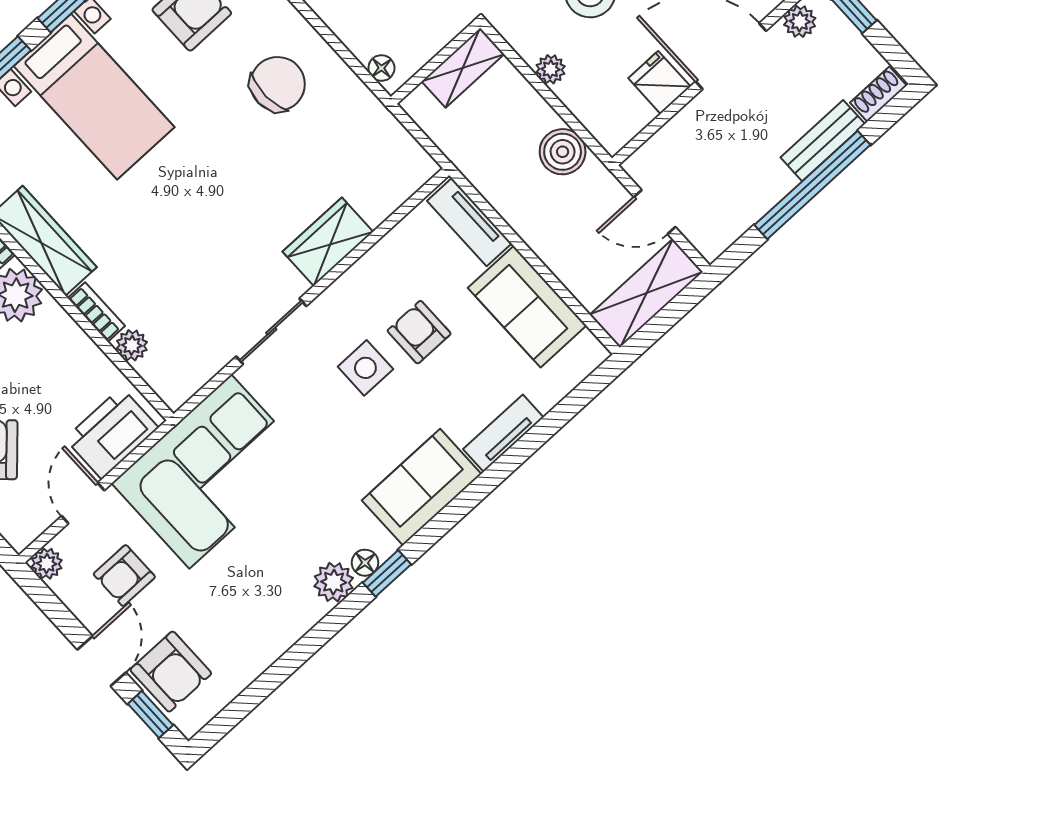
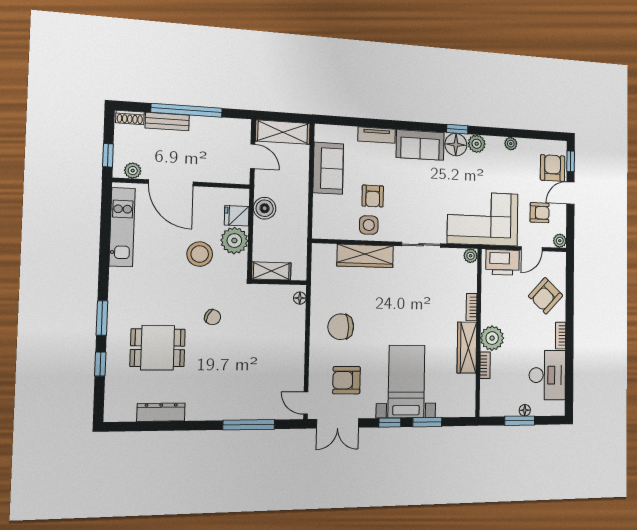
plant: (551, 69) -> (234, 241), width x1.88, depth x1.88
fridge: (659, 82) -> (237, 216), moved, turned 90
tv unit: (469, 222) -> (320, 216), removed
wardrobe: (328, 242) -> (365, 256), width x1.50
plant: (132, 345) -> (471, 256), moved
side table: (365, 368) -> (369, 225), moved
floor lamp: (365, 563) -> (456, 145), width x1.89, depth x1.89
plant: (278, 640) -> (511, 144), added

